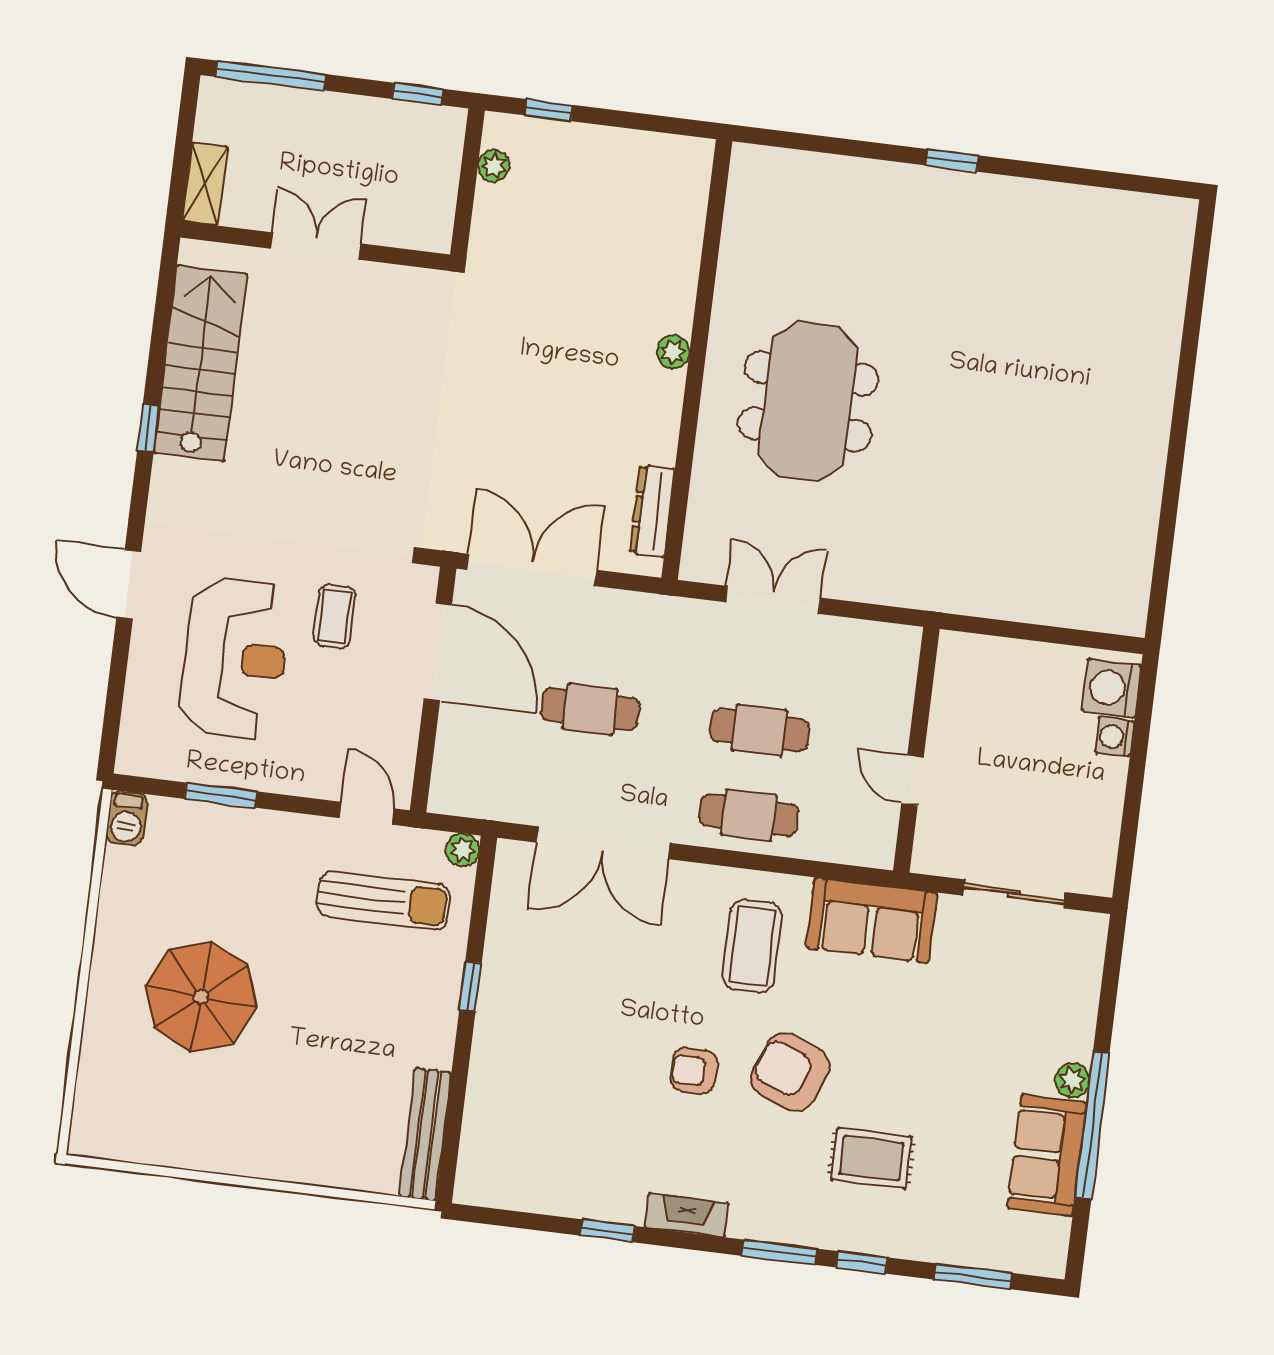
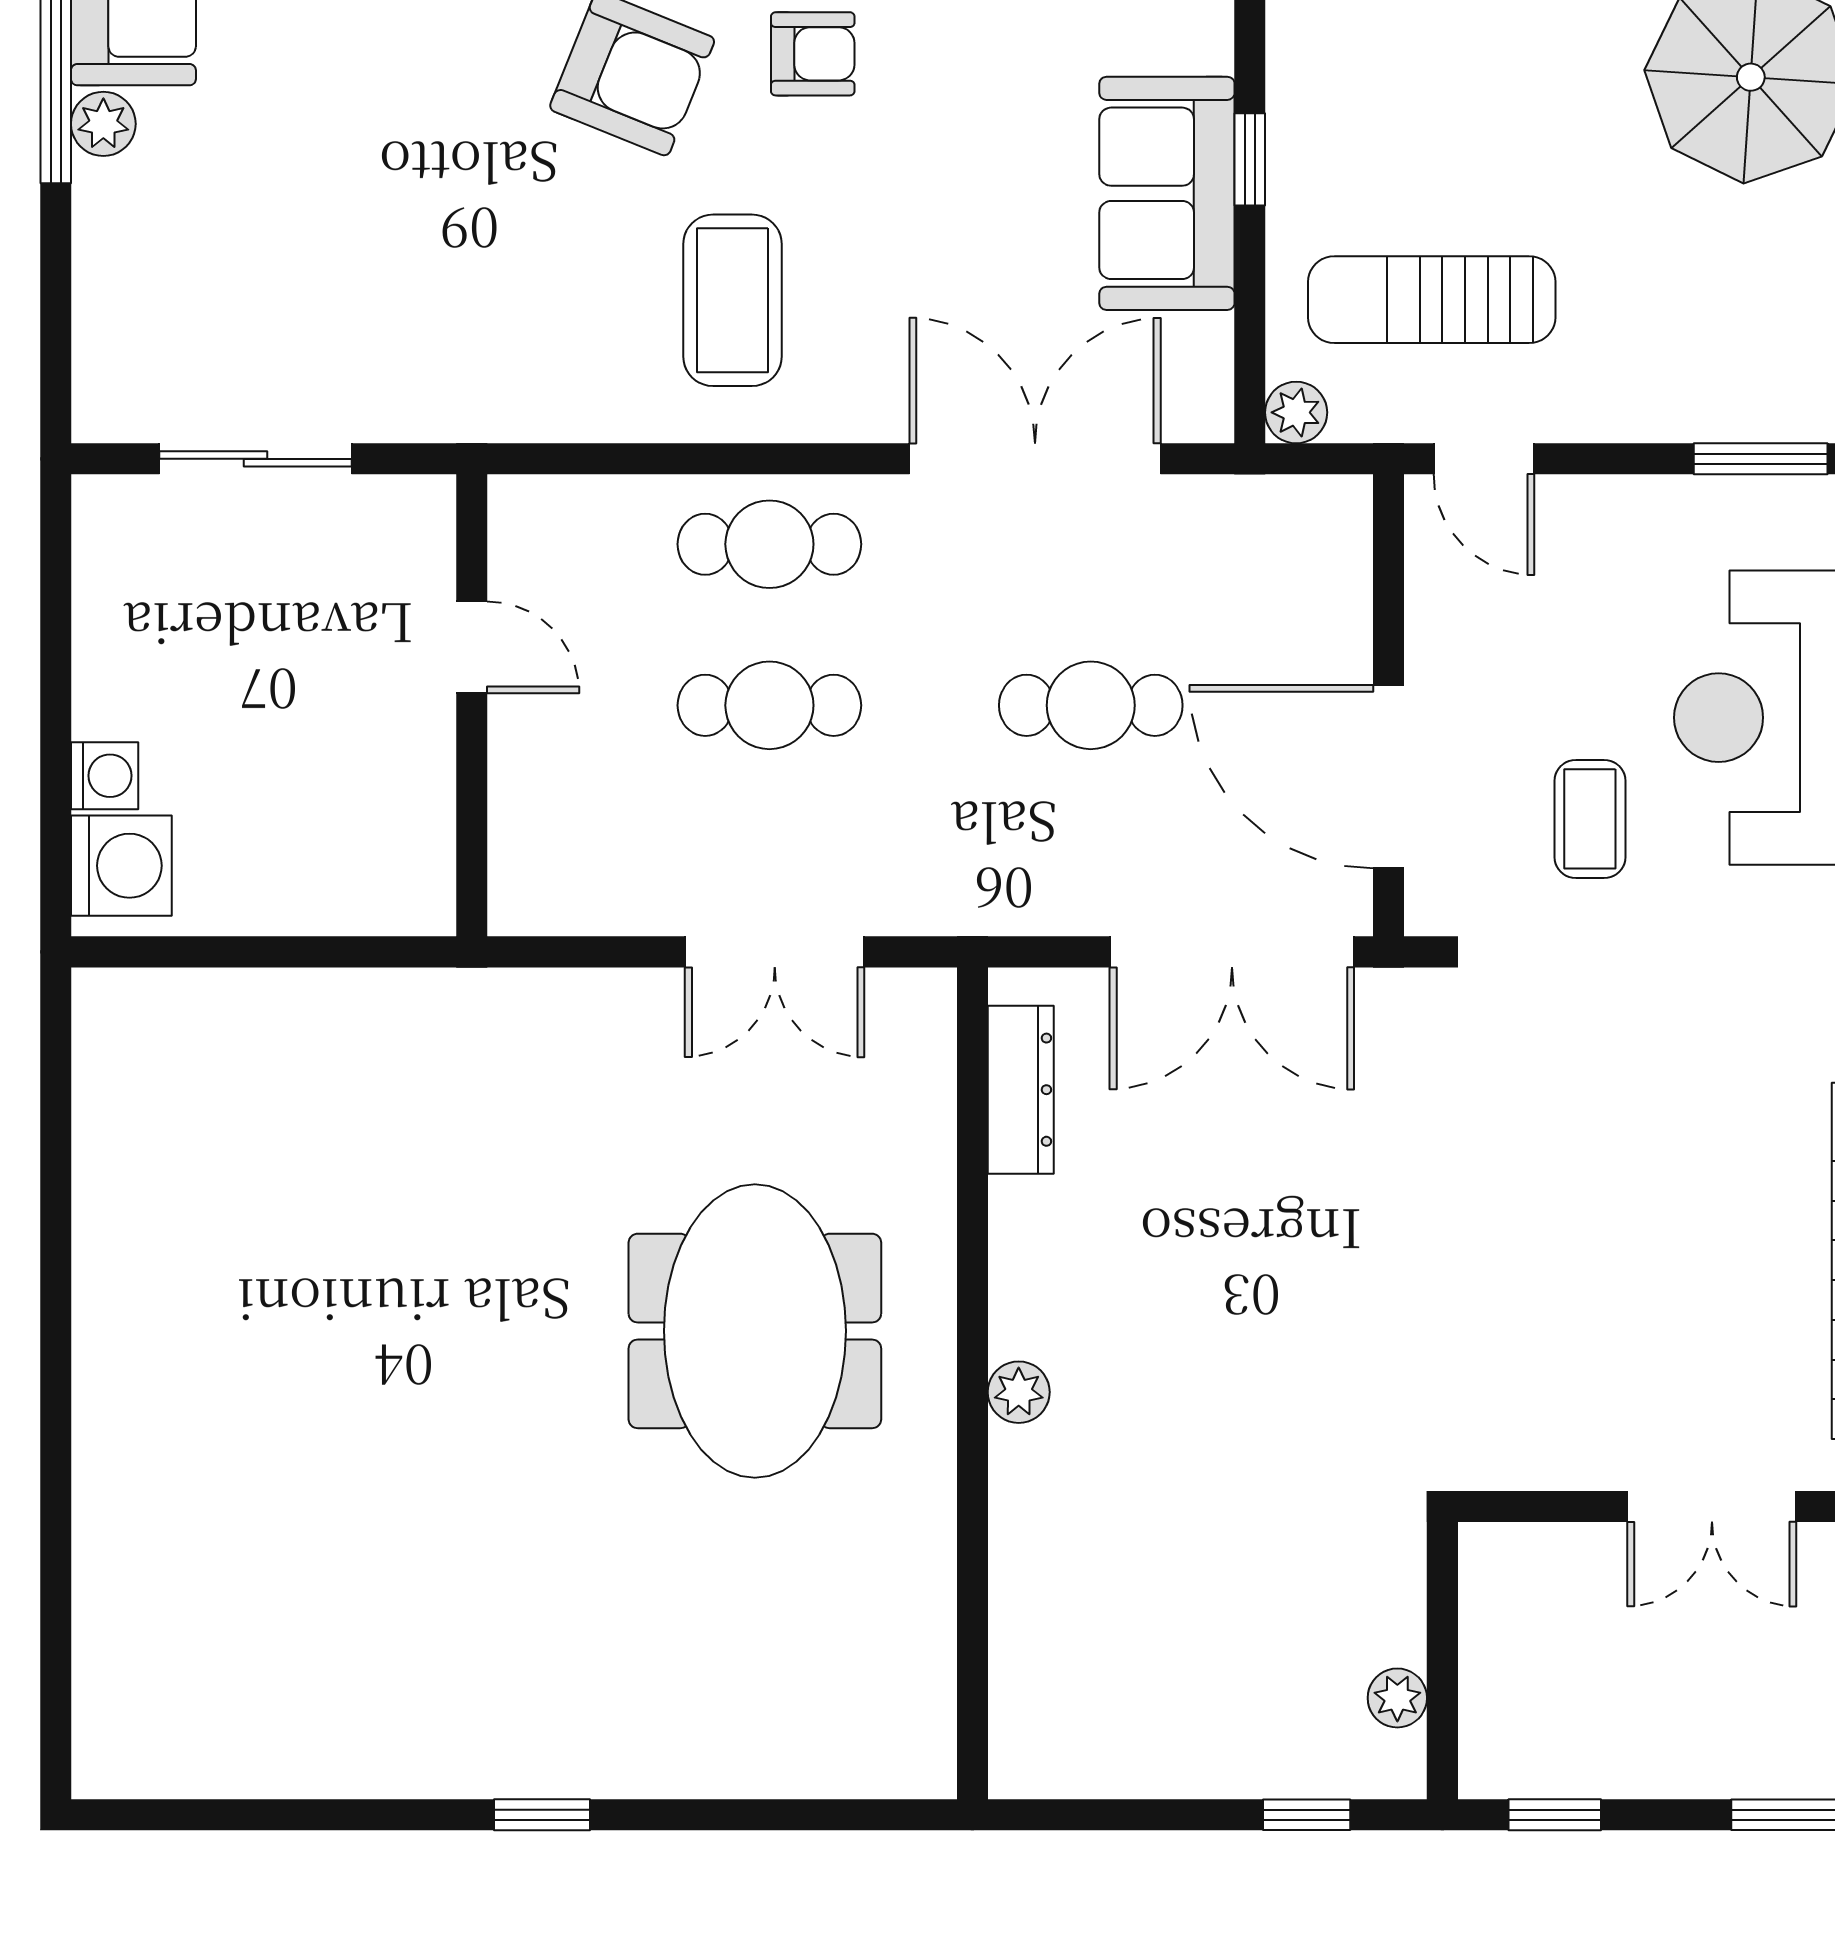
sofa: (872, 920) -> (1167, 193), moved, turned -90

